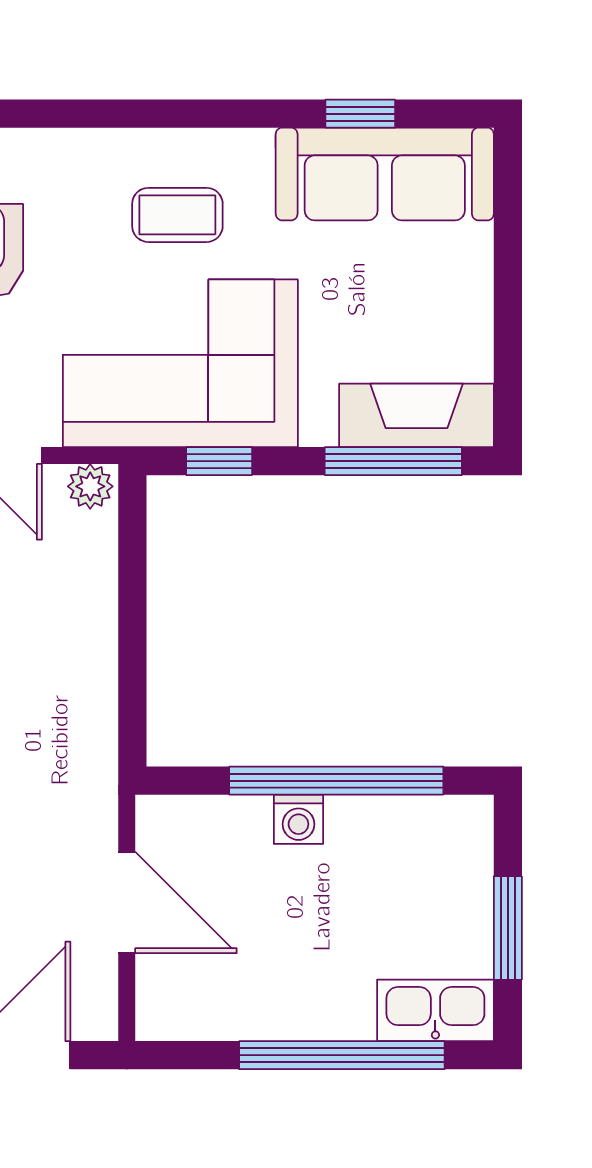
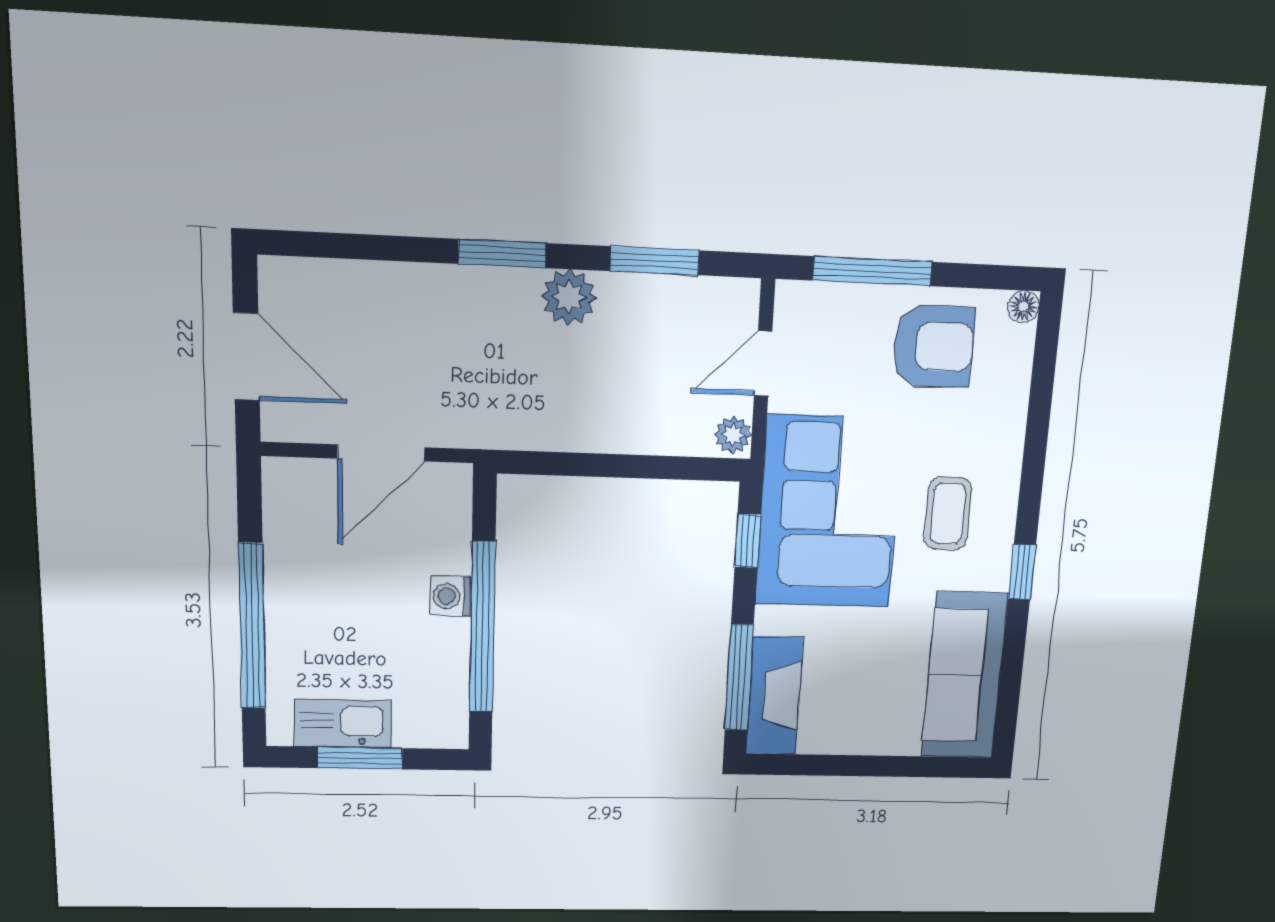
window: (360, 114) -> (1022, 572), moved
kitchen sink: (435, 1010) -> (343, 723), moved, turned -90

